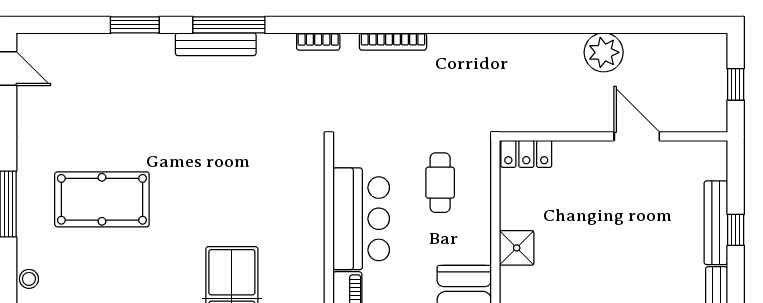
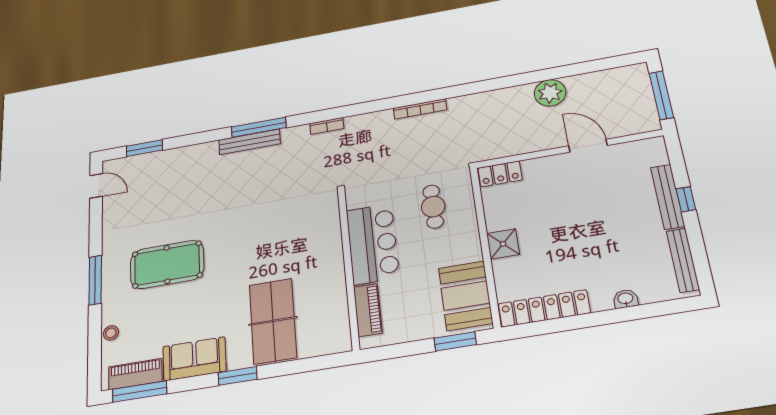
window: (135, 25) -> (144, 148), moved
bookcase: (393, 42) -> (420, 109), moved
window: (736, 84) -> (661, 95), width x2.17

